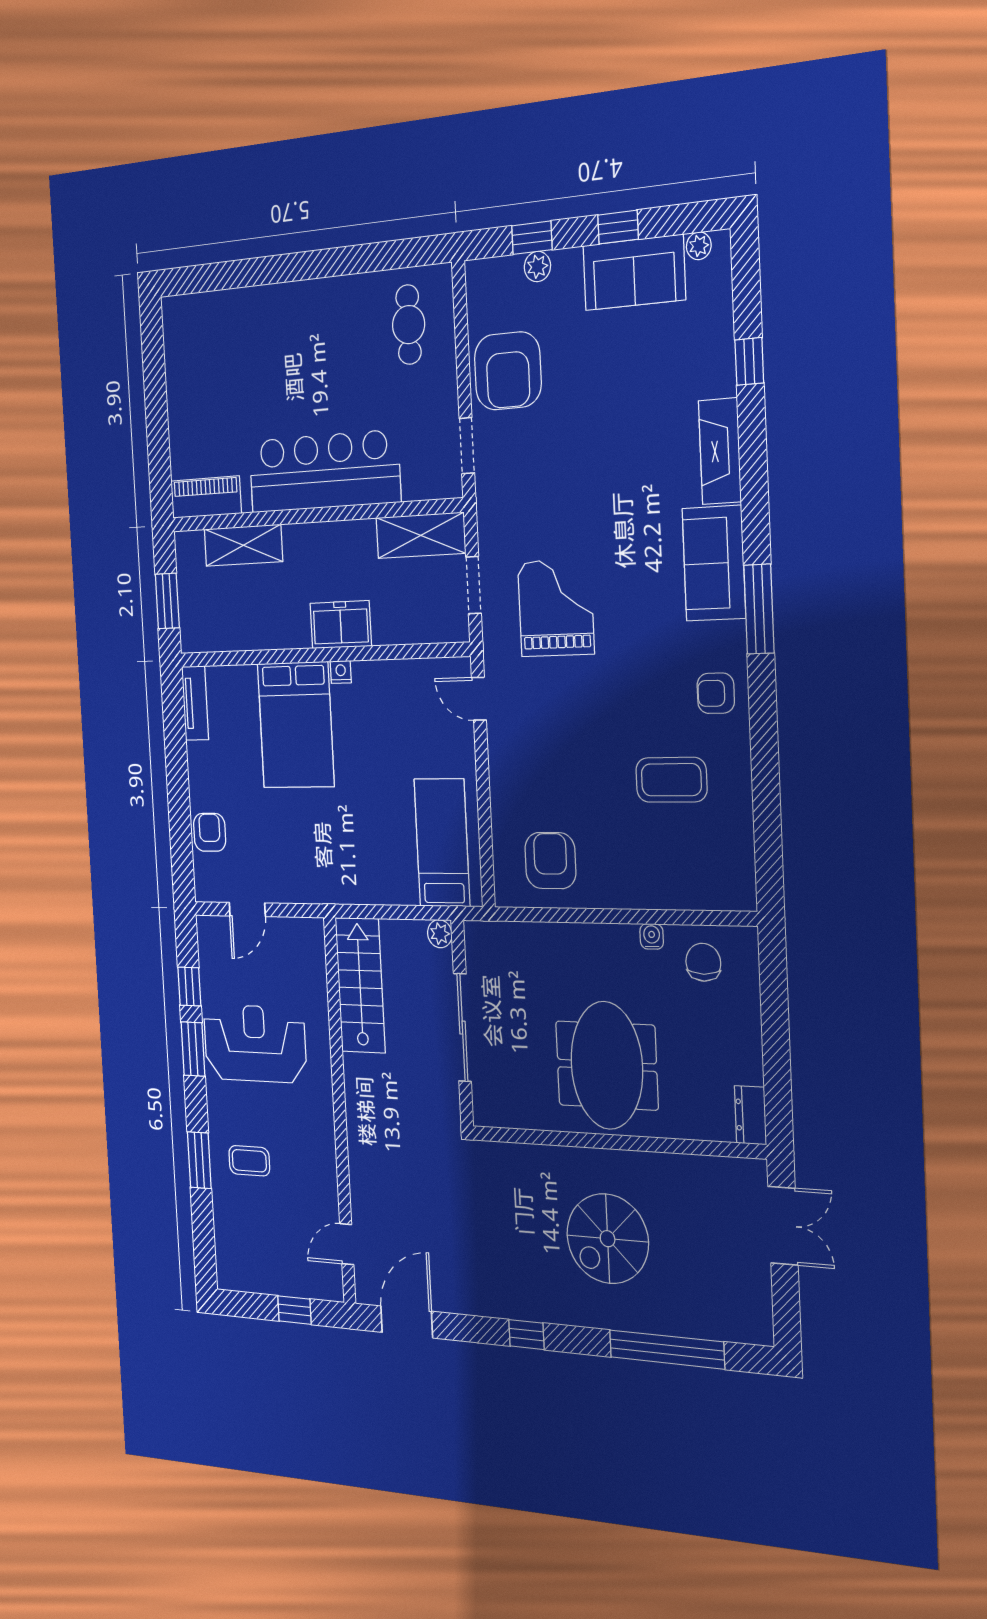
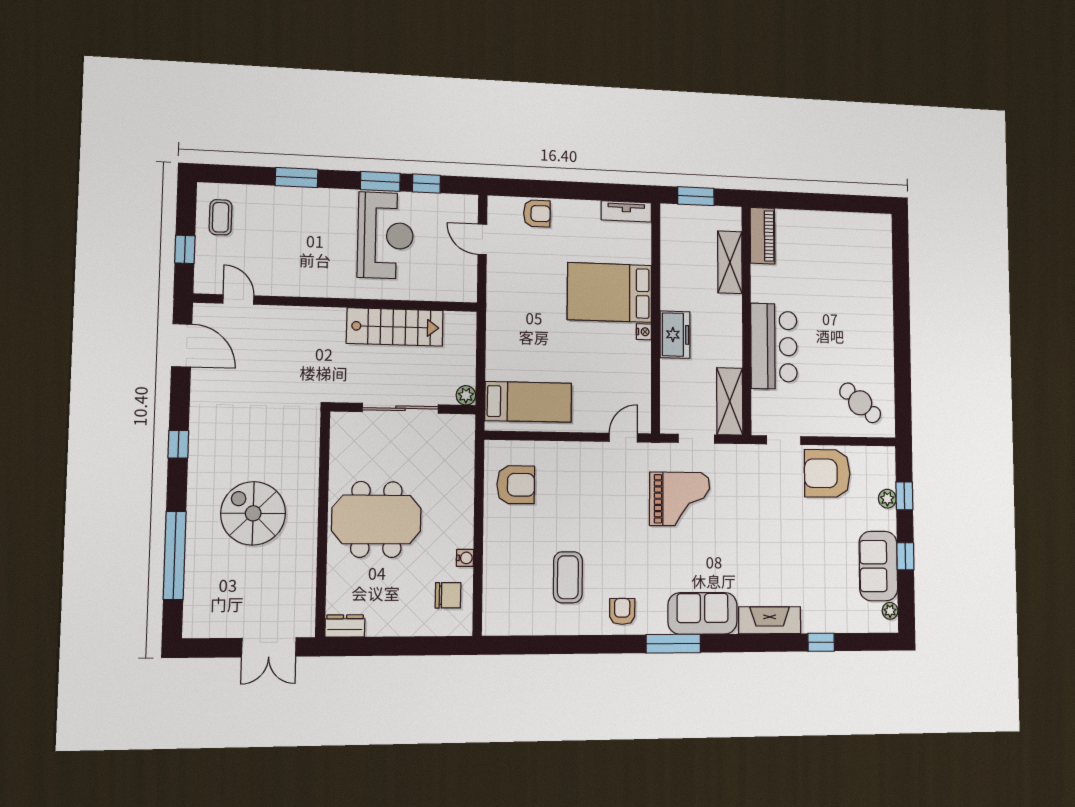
cafe table: (409, 325) -> (860, 403), turned 41
bar counter: (324, 471) -> (774, 346), width x0.73
stairs: (360, 985) -> (395, 327), moved
coffee table: (249, 1161) -> (221, 217), moved

